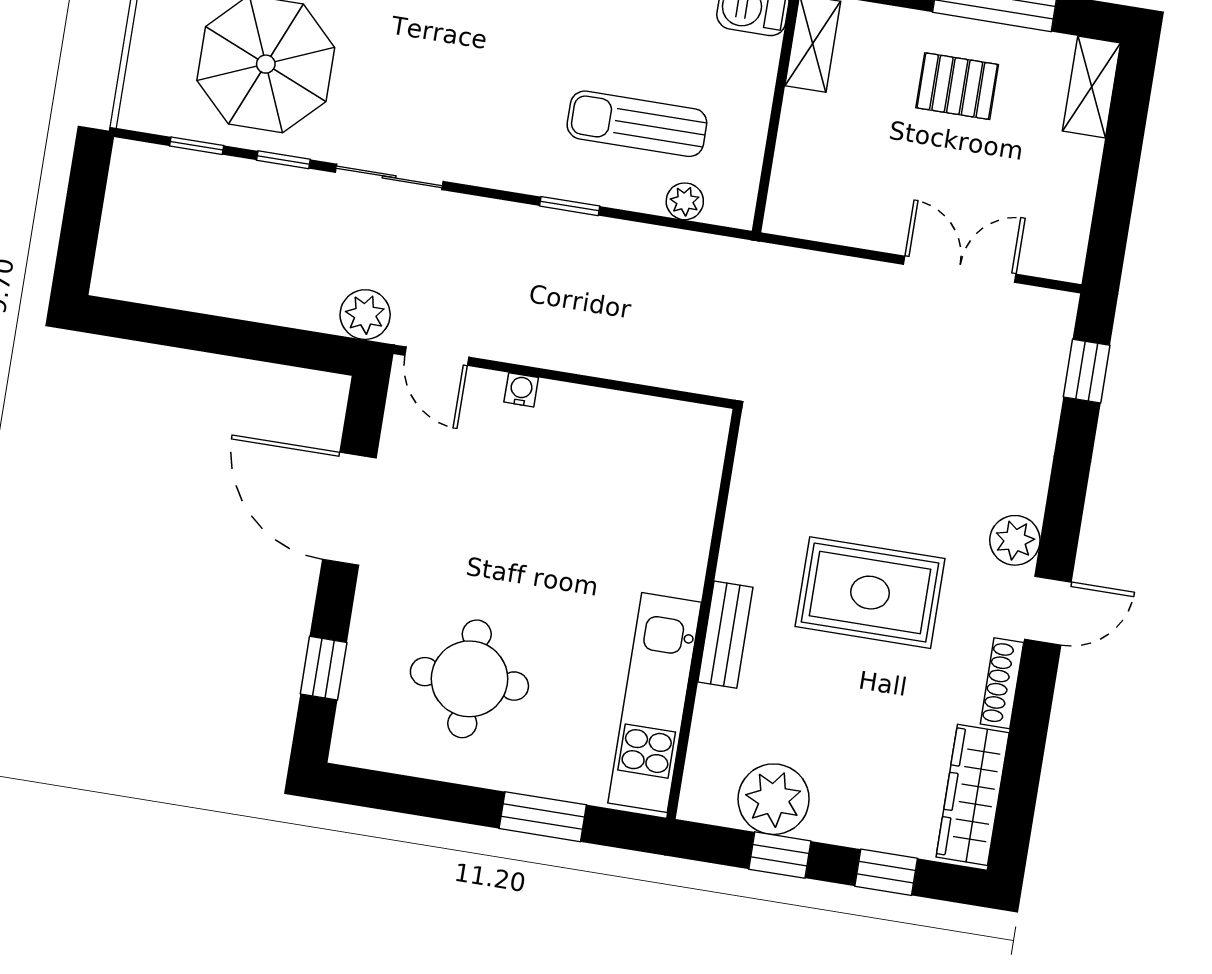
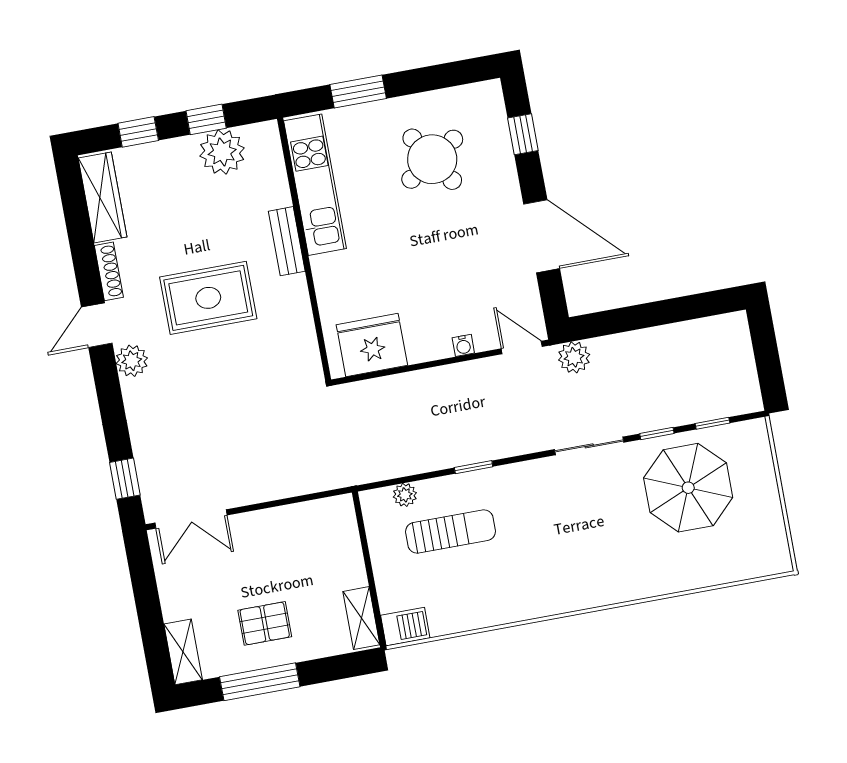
double door: (960, 269) -> (191, 519), moved
fridge: (655, 438) -> (372, 345), added
round table: (469, 679) -> (432, 159), turned -33

